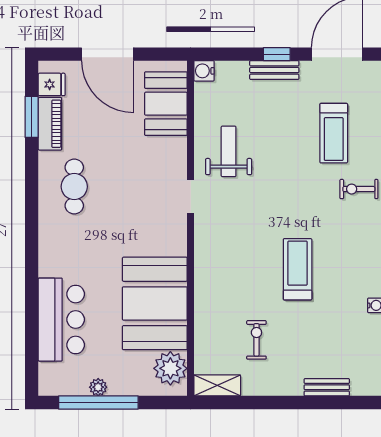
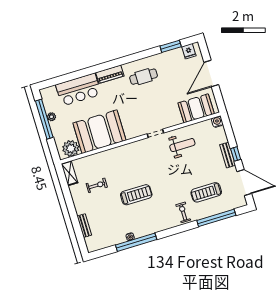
piano: (50, 124) -> (110, 74), moved

